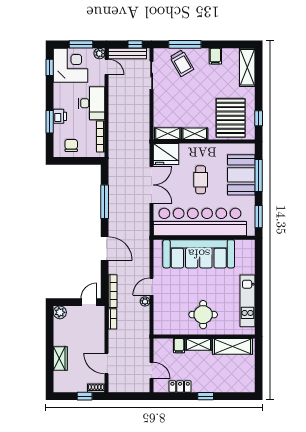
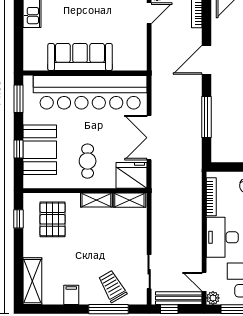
pallet: (231, 118) -> (53, 219), width x0.73, depth x0.71
window: (259, 175) -> (18, 149), width x0.46
cafe table: (201, 180) -> (88, 161), moved
door: (105, 249) -> (206, 60), hinge flipped
sofa: (199, 254) -> (80, 57), width x0.74, depth x0.79

